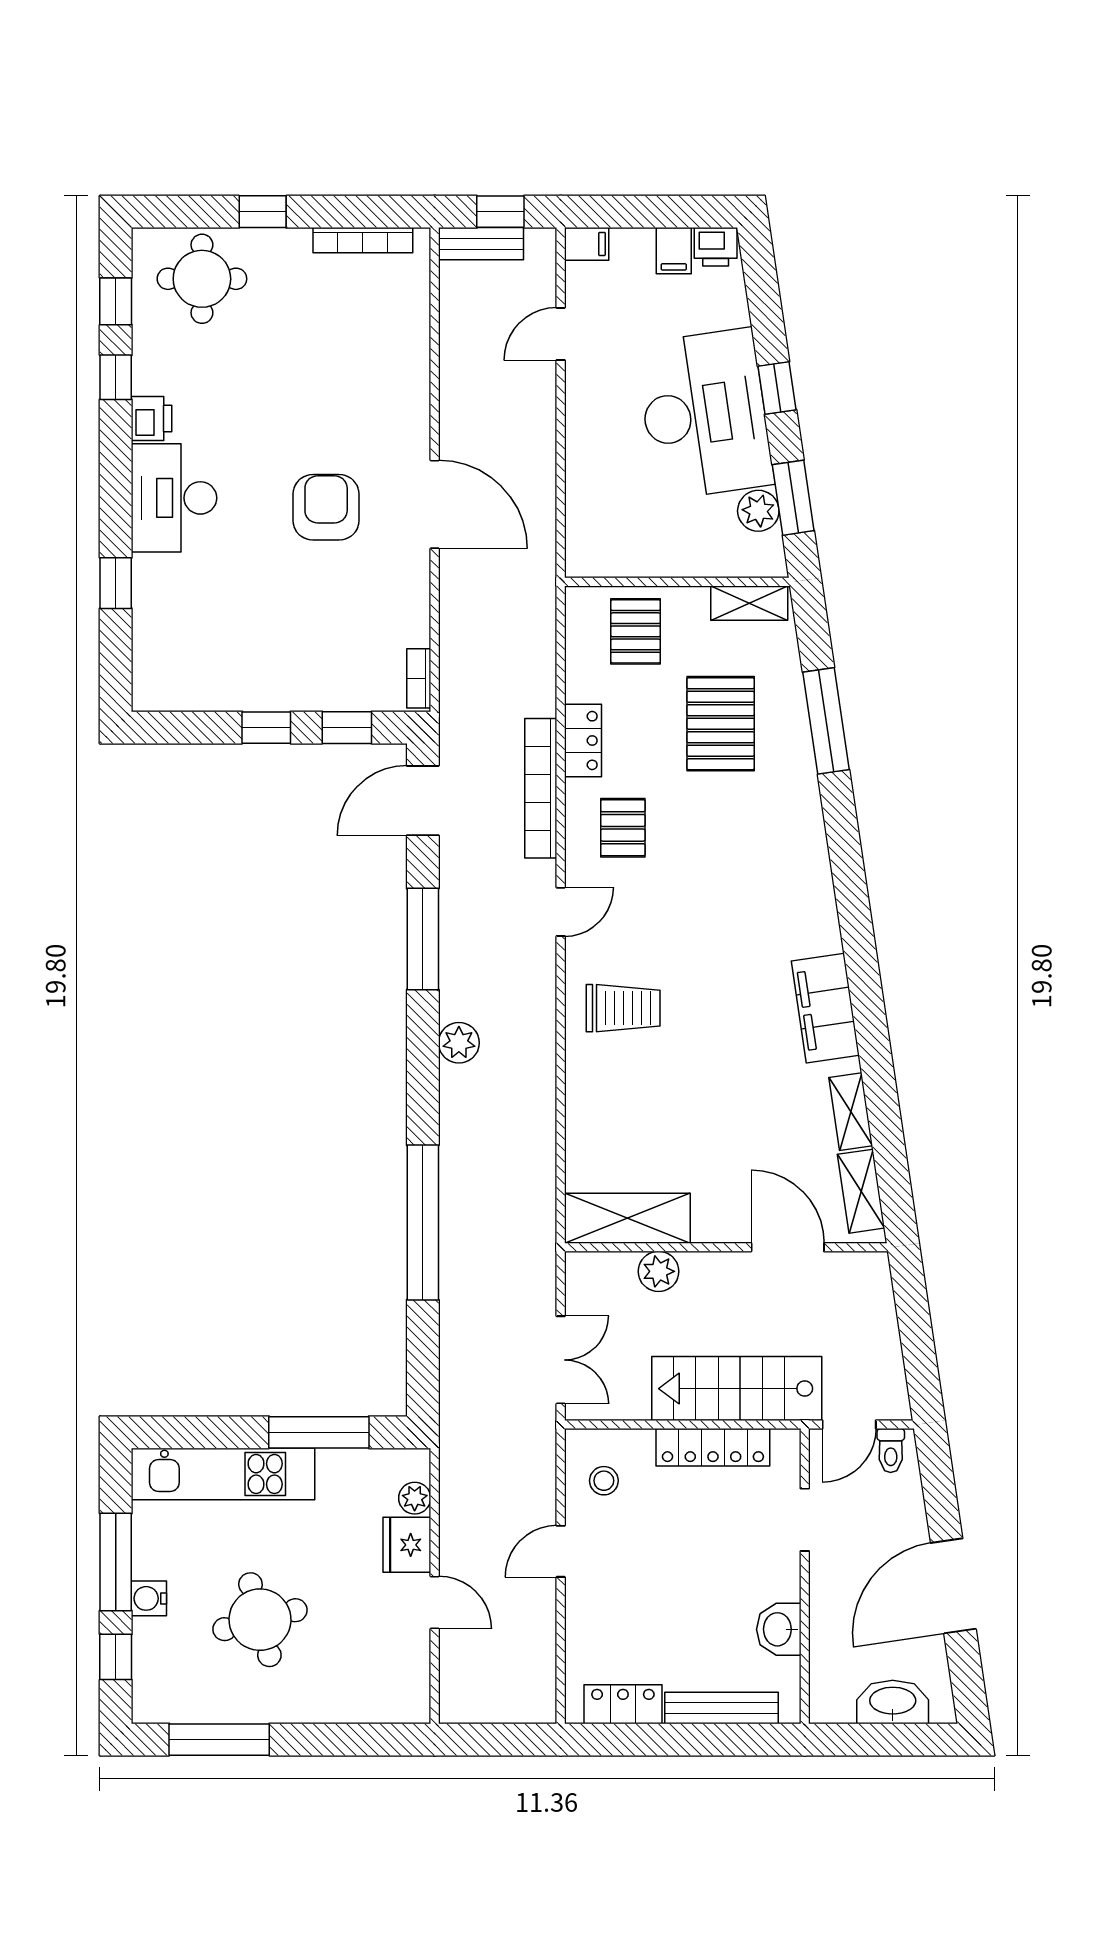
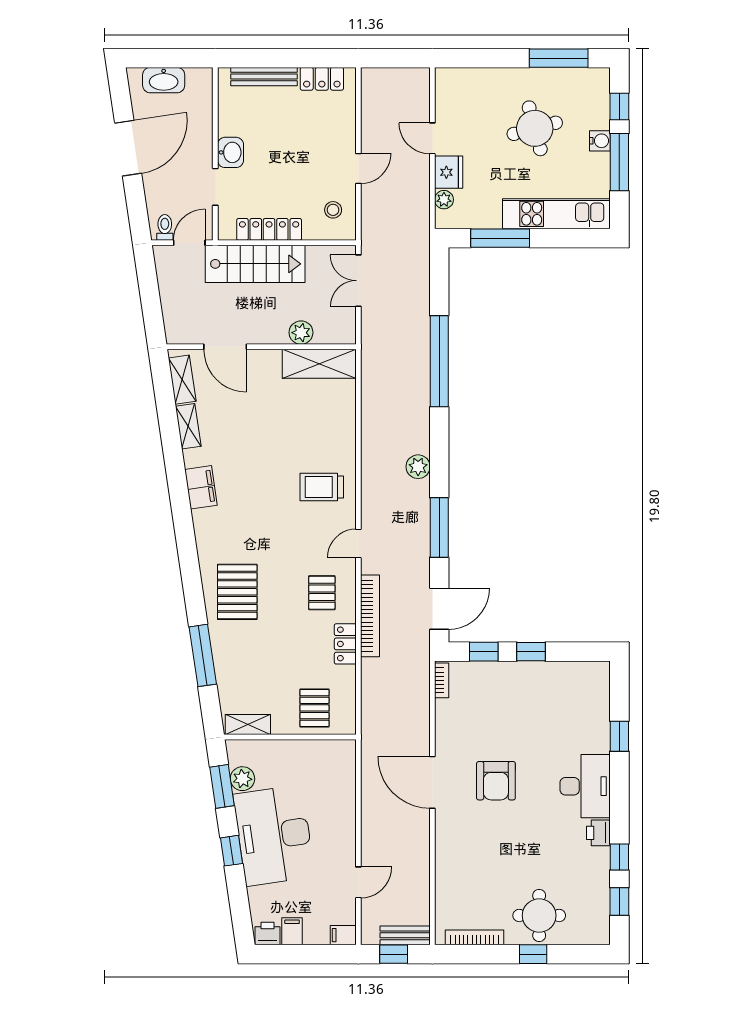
round table: (202, 279) -> (539, 915), moved
pallet: (721, 724) -> (237, 592), moved
filing cabinet: (825, 1008) -> (201, 487), width x0.67, depth x0.86
washbasin: (779, 1629) -> (230, 152), moved

